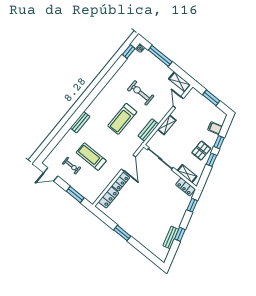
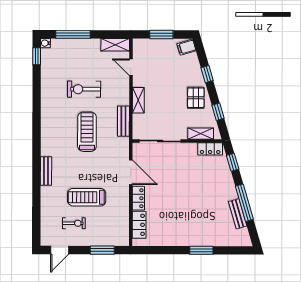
treadmill: (122, 119) -> (87, 132), turned 180
filing cabinet: (215, 128) -> (186, 47), moved
window: (211, 160) -> (218, 112), moved
window: (122, 233) -> (201, 250), moved
window: (180, 234) -> (244, 203), width x2.17

